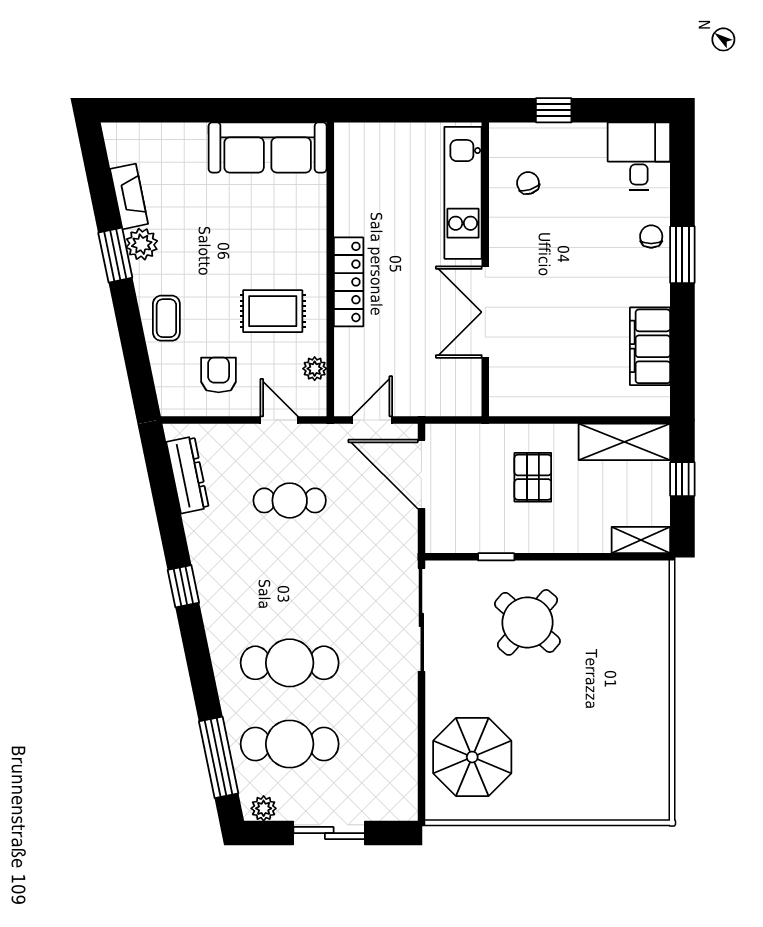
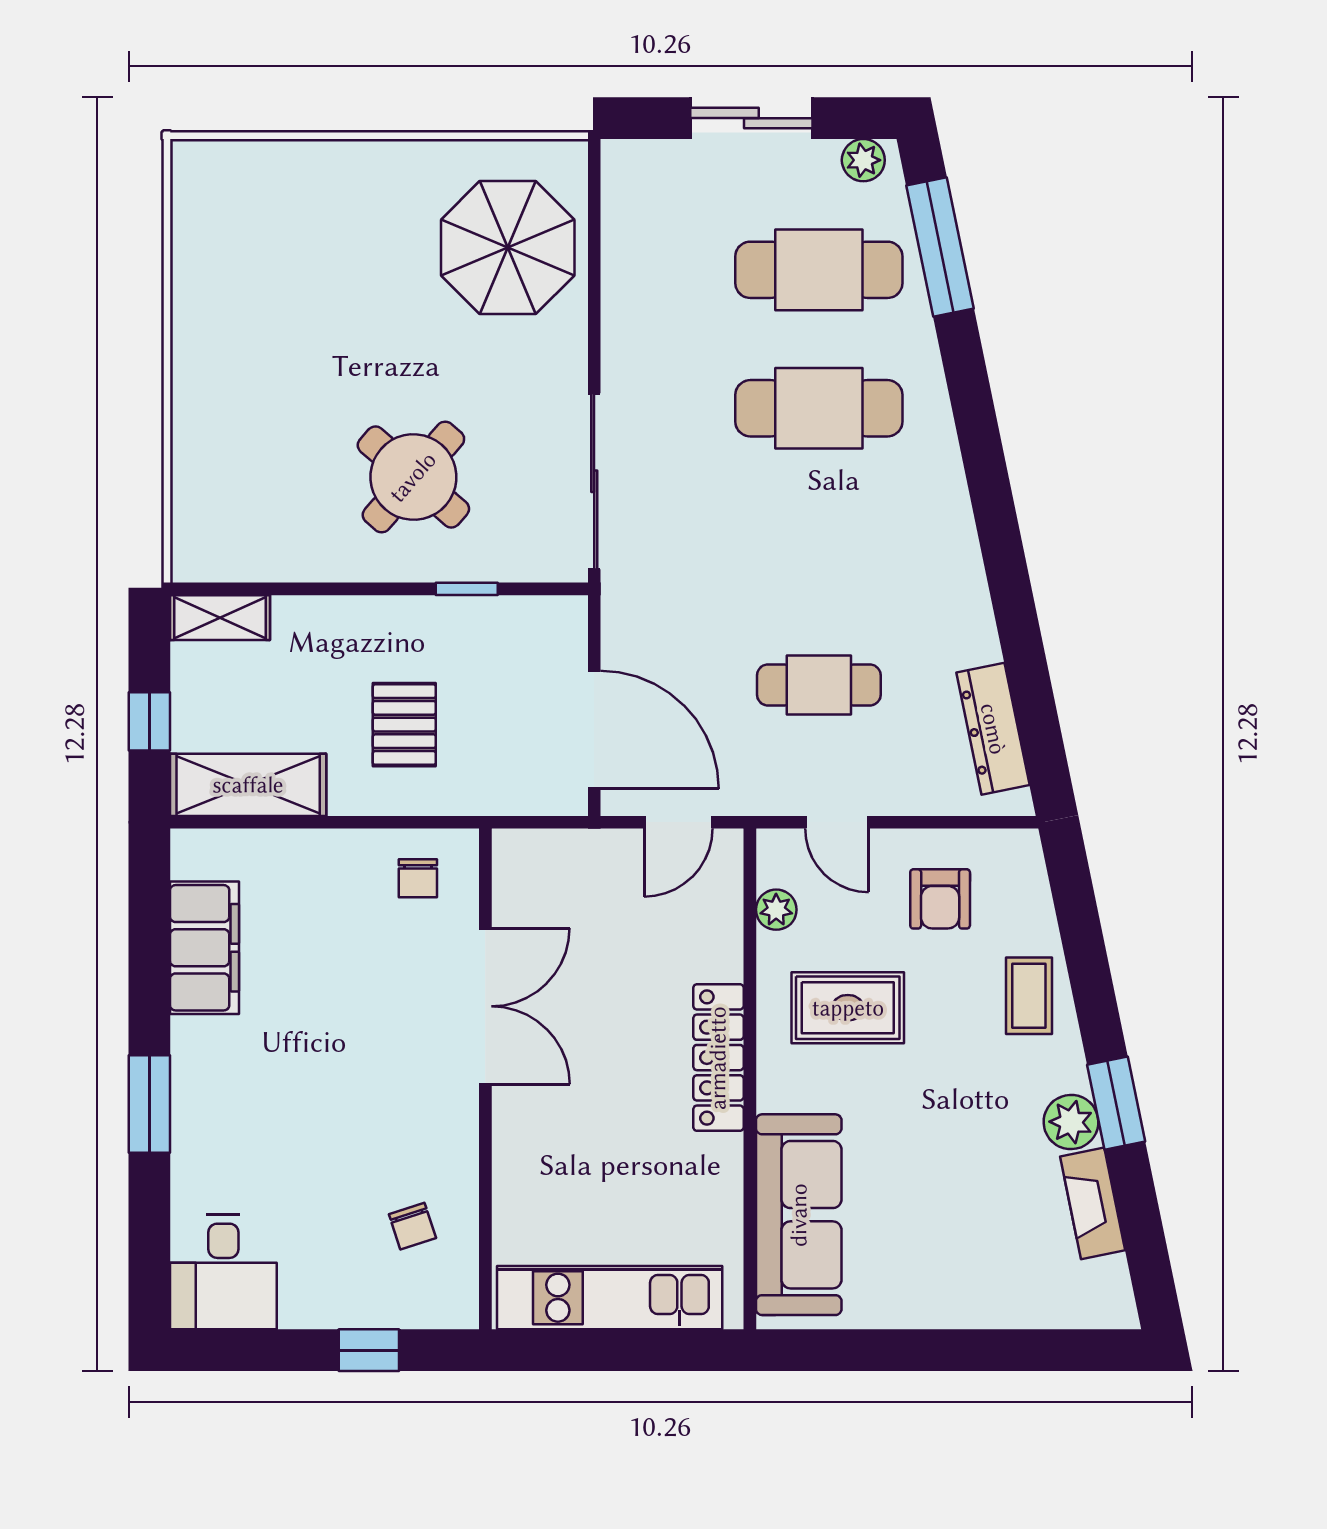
sofa: (268, 147) -> (799, 1215), moved, turned 90
kitchen unit: (463, 193) -> (610, 1298), moved, turned -90
chair: (651, 236) -> (418, 878), moved
window: (183, 586) -> (1000, 539), removed

